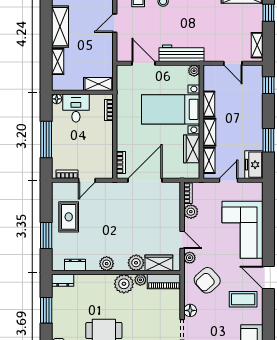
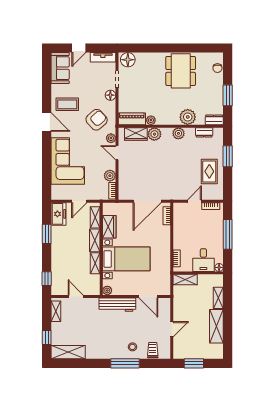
plant: (124, 284) -> (188, 117), moved

